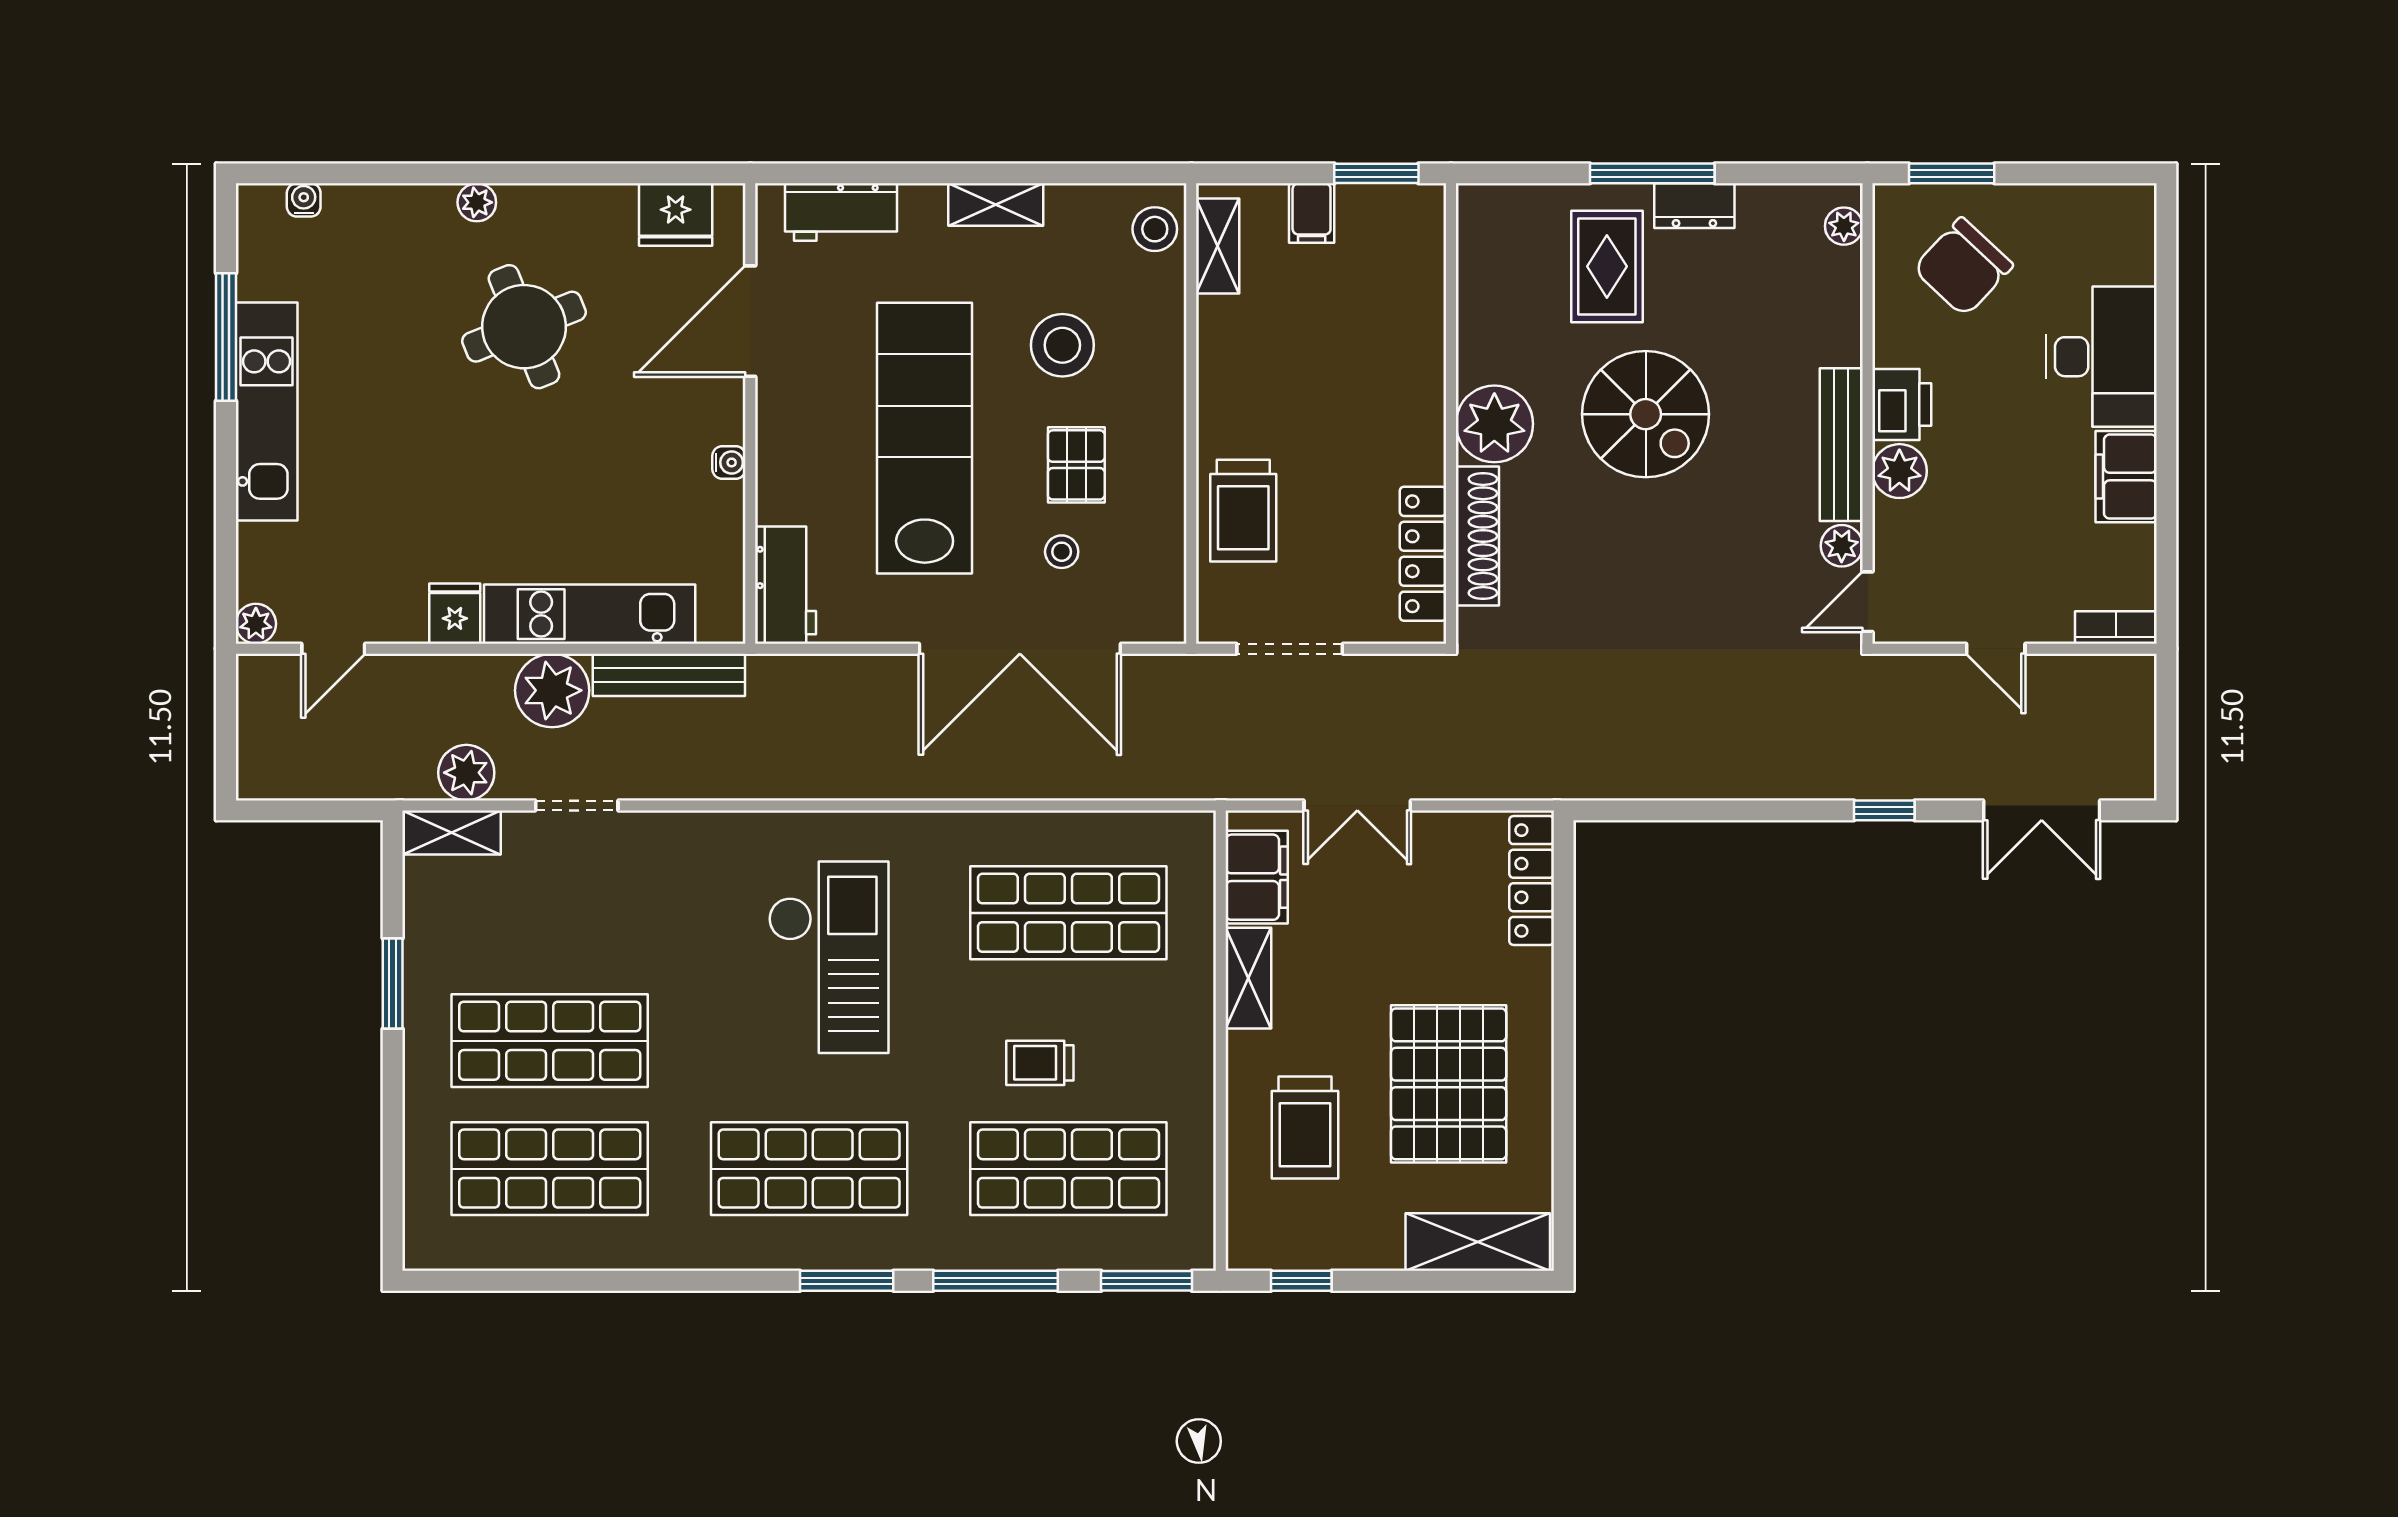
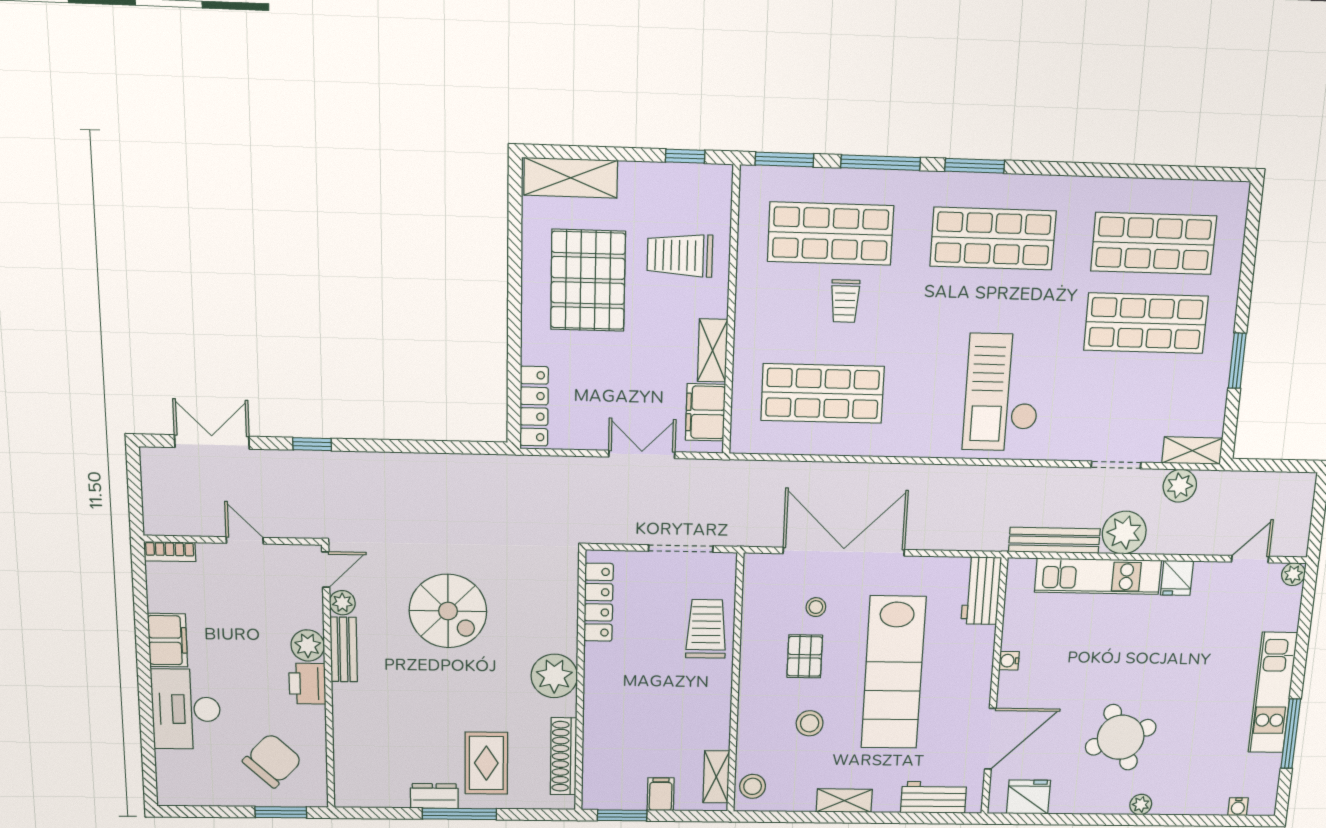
plant: (1844, 226) -> (345, 784), removed
stool: (1062, 345) -> (810, 723), width x0.73, depth x0.73
spiral stairs: (1646, 414) -> (448, 611), moved, turned 180
bench: (1841, 445) -> (344, 649), width x0.73
shoe rack: (1477, 536) -> (564, 756), moved
checkout: (828, 957) -> (1002, 393), moved
trolley: (1040, 1063) -> (845, 301), turned 90
trolley: (1305, 1128) -> (680, 255), turned -90

